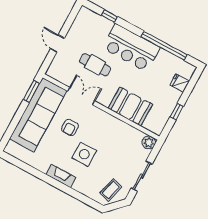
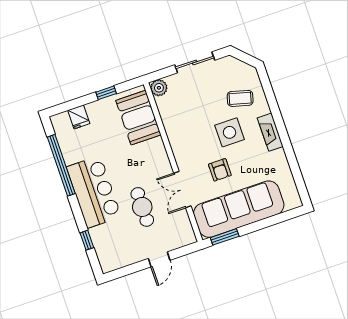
booth: (130, 106) -> (138, 118), moved
armchair: (70, 127) -> (220, 170), turned 90
coffee table: (111, 190) -> (240, 98), moved

